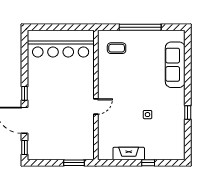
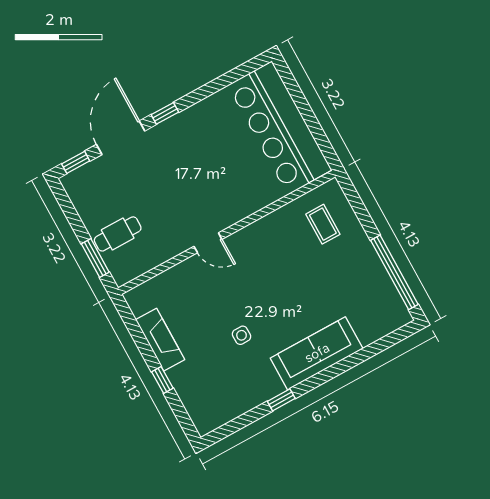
window: (140, 27) -> (394, 272), moved
sofa: (175, 65) -> (317, 353), moved
cafe table: (69, 146) -> (118, 234), added

